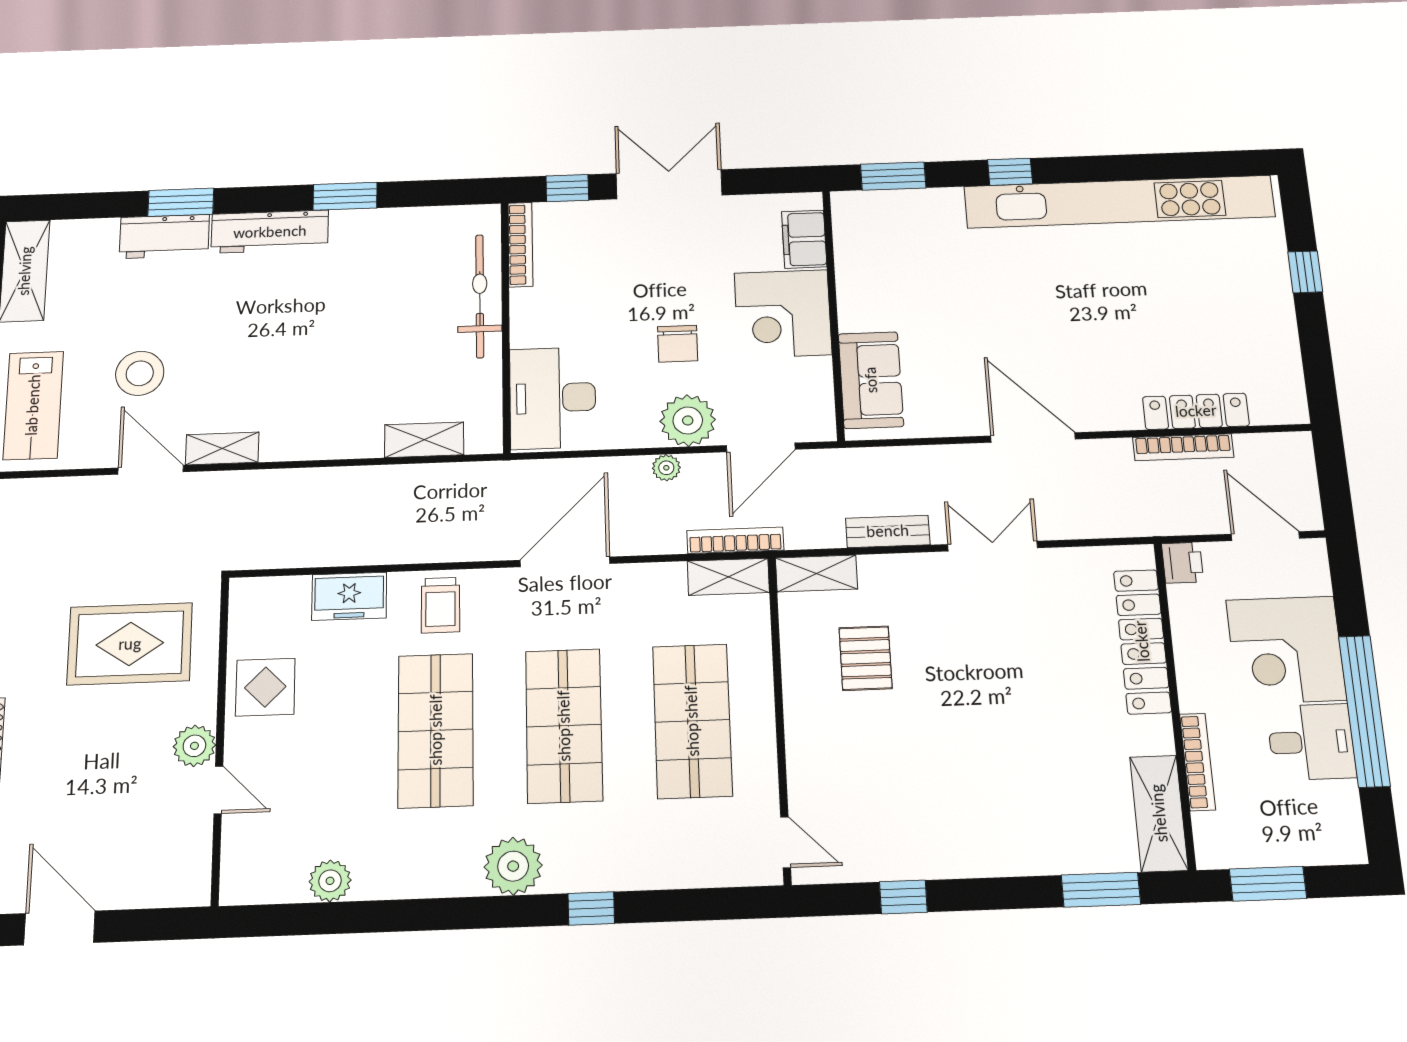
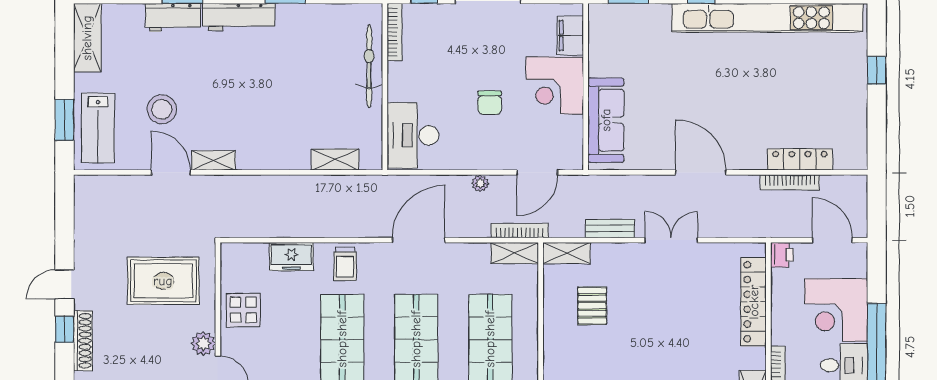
sofa: (871, 380) -> (606, 120), width x1.36
plant: (688, 420) -> (494, 153), removed

